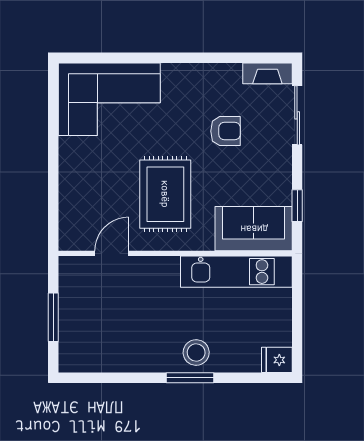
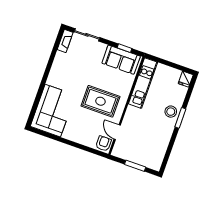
armchair: (225, 131) -> (104, 144), moved
sofa: (254, 229) -> (121, 60), moved, turned -90

